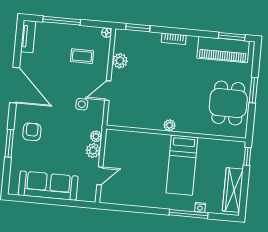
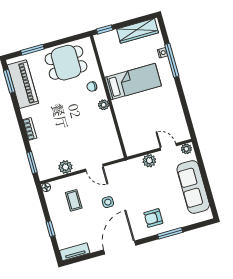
window: (62, 21) -> (51, 229), width x0.46
window: (253, 90) -> (32, 50), moved
side table: (82, 104) -> (108, 202), moved
chair: (193, 120) -> (92, 87), added
plant: (96, 136) -> (186, 149), moved

